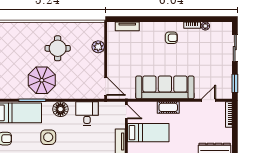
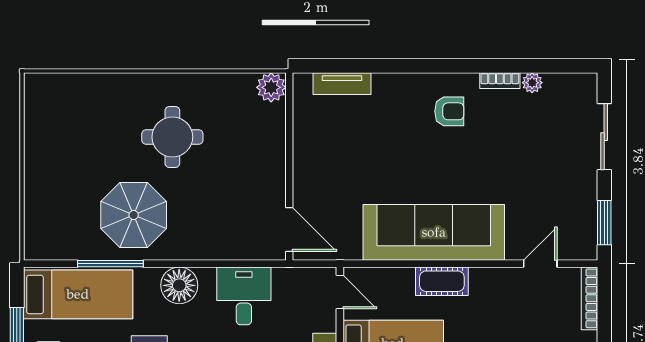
plant: (98, 47) -> (271, 87), moved

